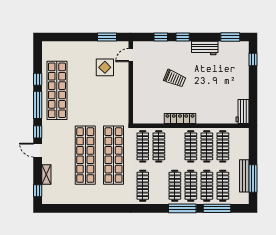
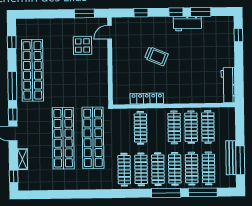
window: (183, 37) -> (176, 12), moved
window: (230, 37) -> (201, 12), moved
window: (38, 79) -> (12, 42), moved
workbench: (242, 112) -> (228, 85), width x1.37
locker: (180, 119) -> (147, 99), moved
clothes rail: (143, 146) -> (141, 169), moved

